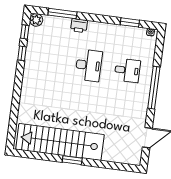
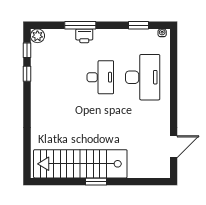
window: (62, 14) -> (80, 25), moved
desk: (127, 70) -> (143, 77), width x1.87, depth x1.30
window: (154, 88) -> (174, 92), removed

